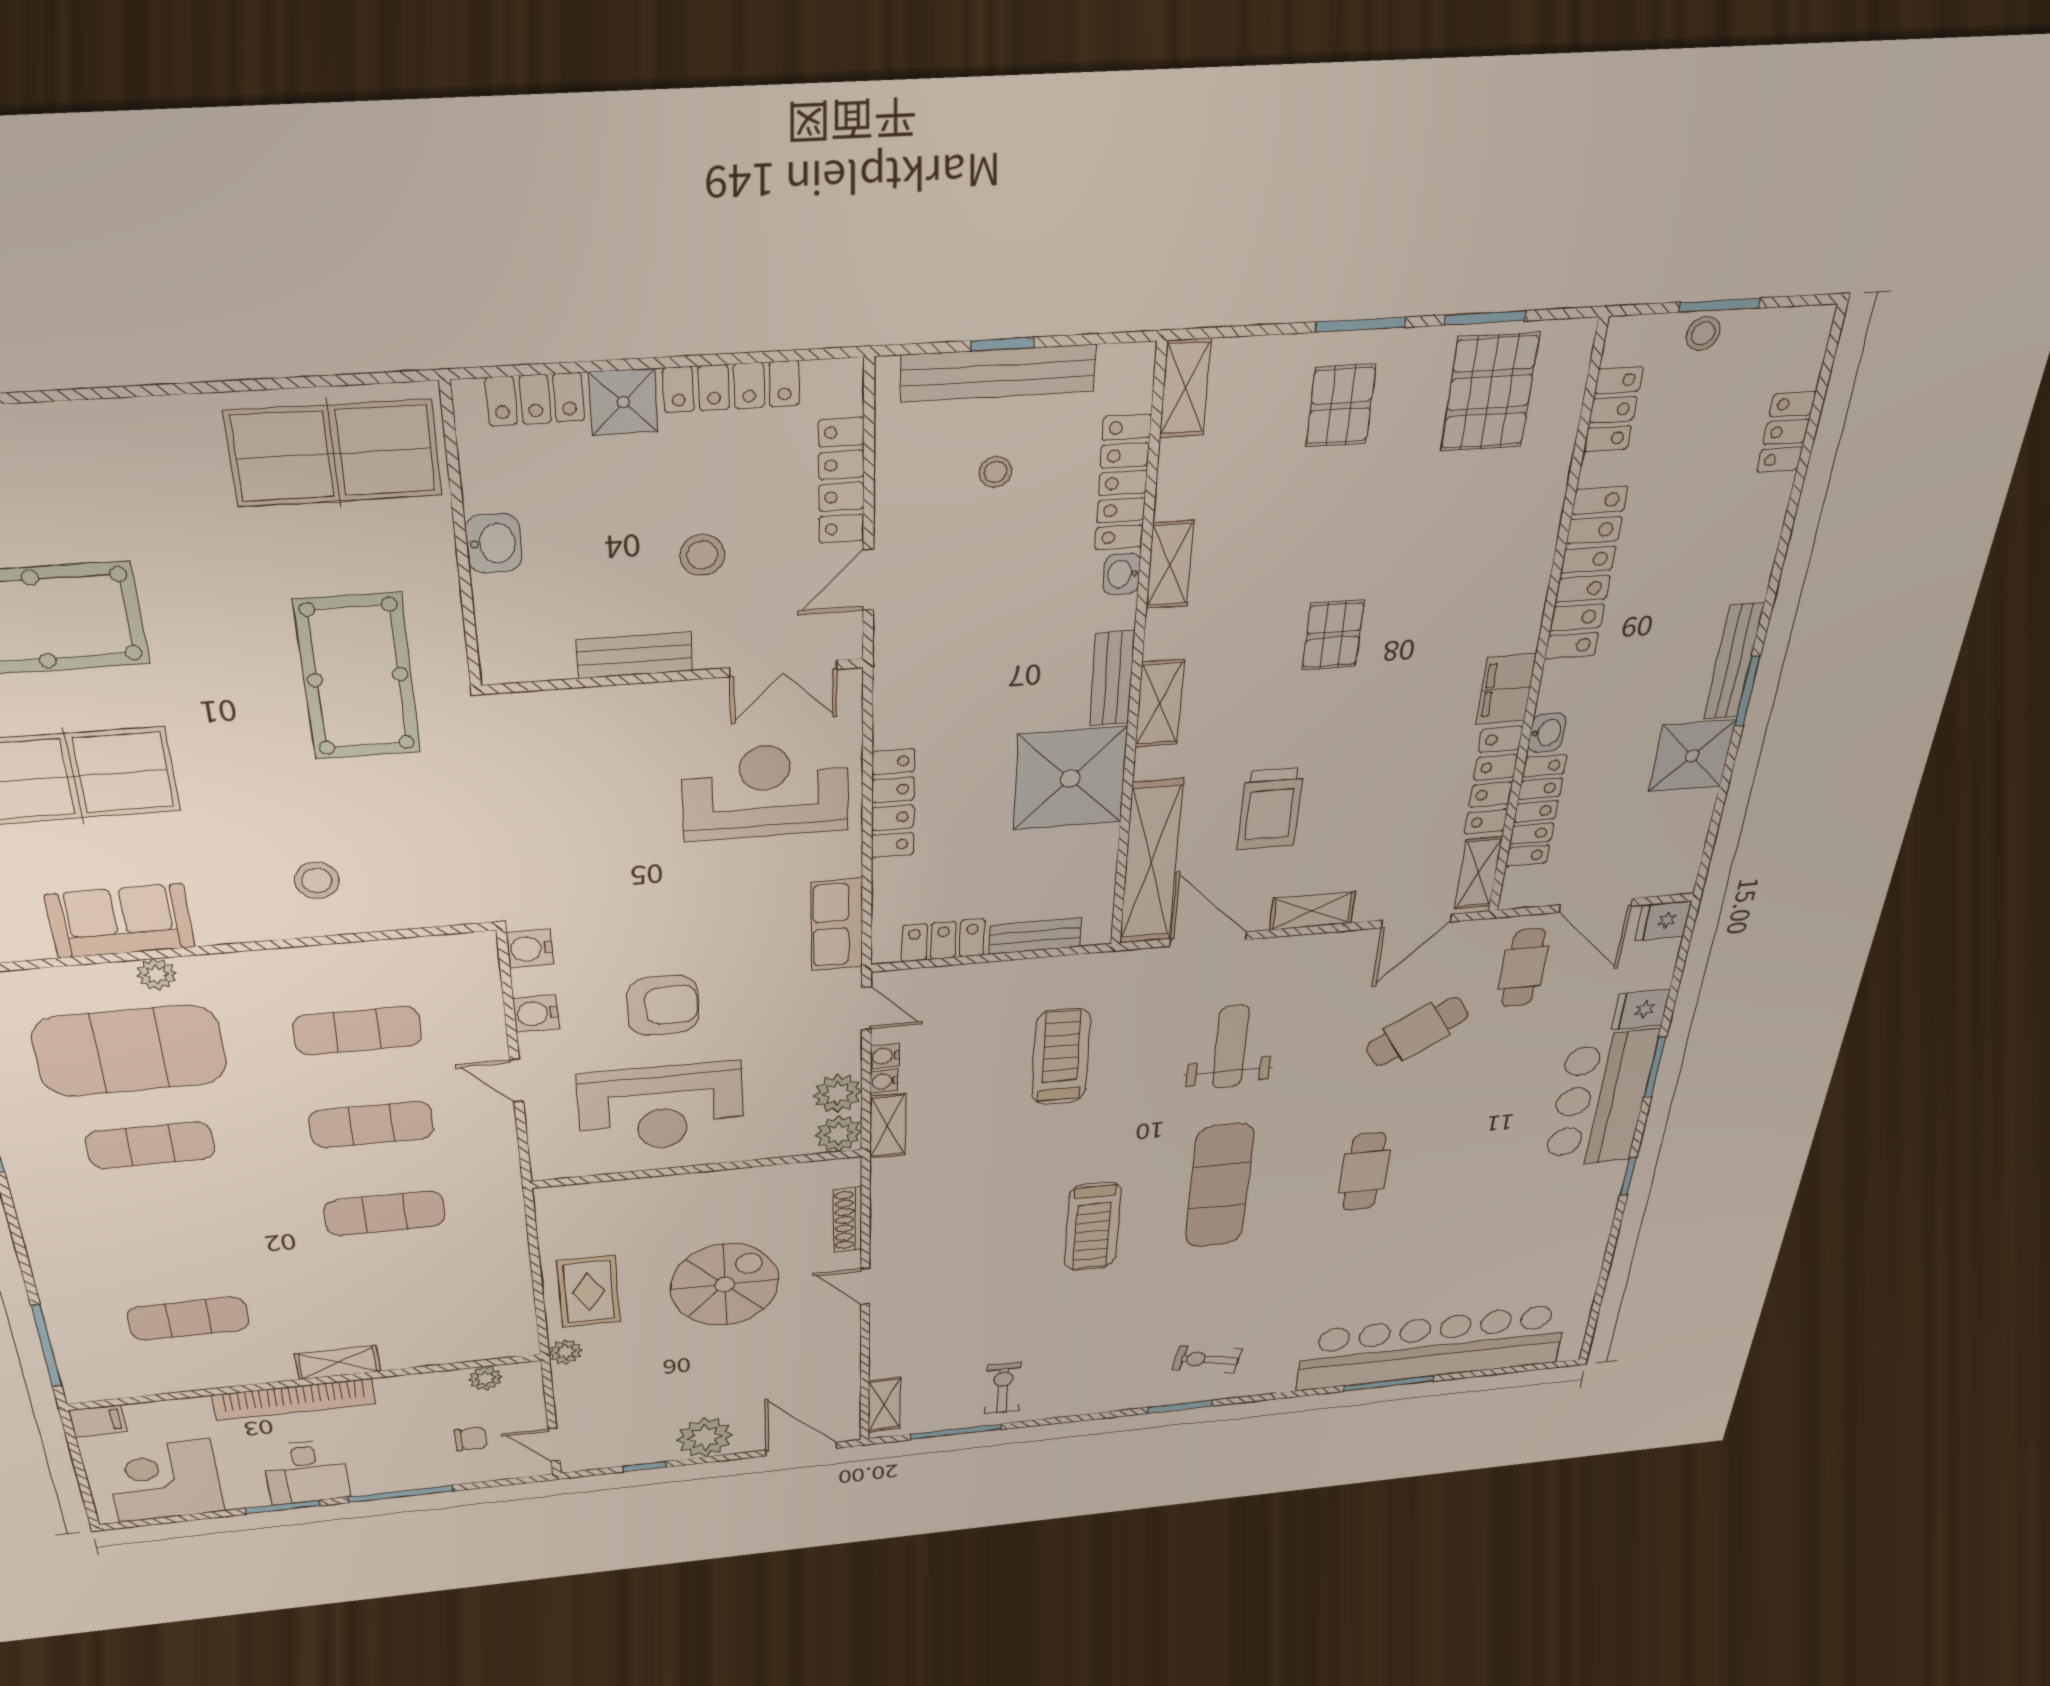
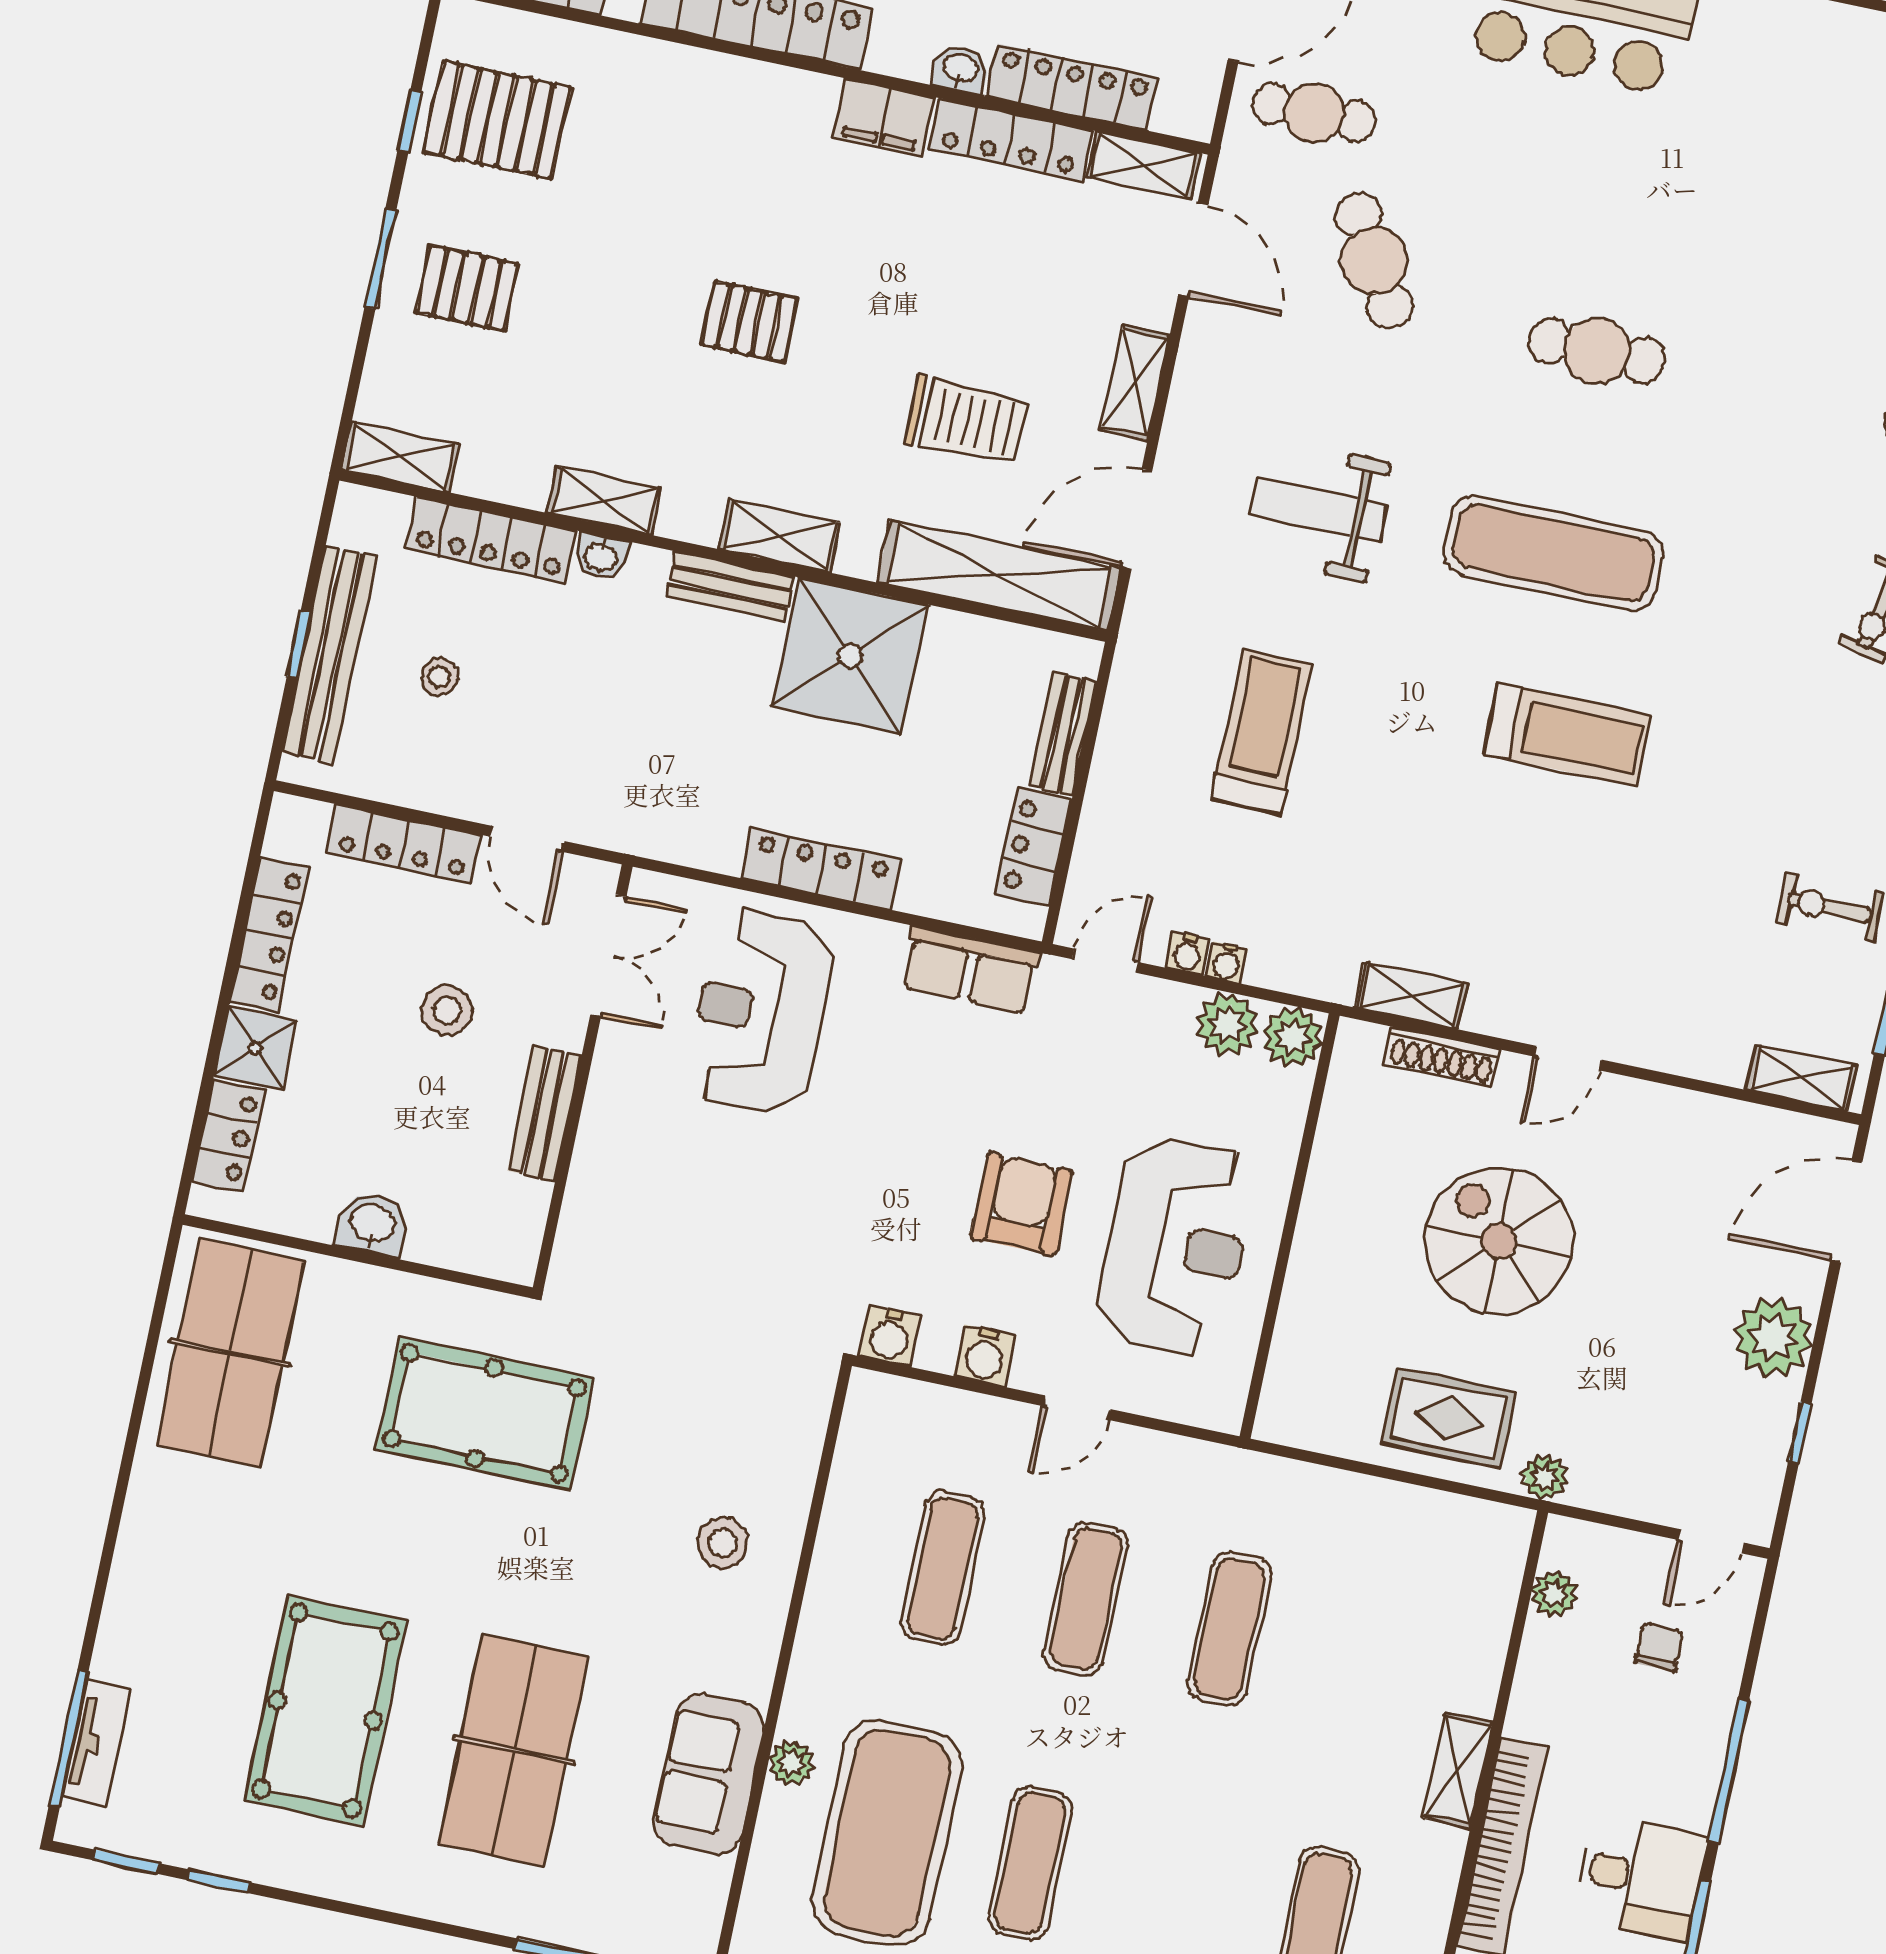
window: (1485, 318) -> (409, 121), width x0.67
treadmill: (1061, 1057) -> (1262, 732), turned 90
shelving: (888, 1126) -> (1411, 996), moved

